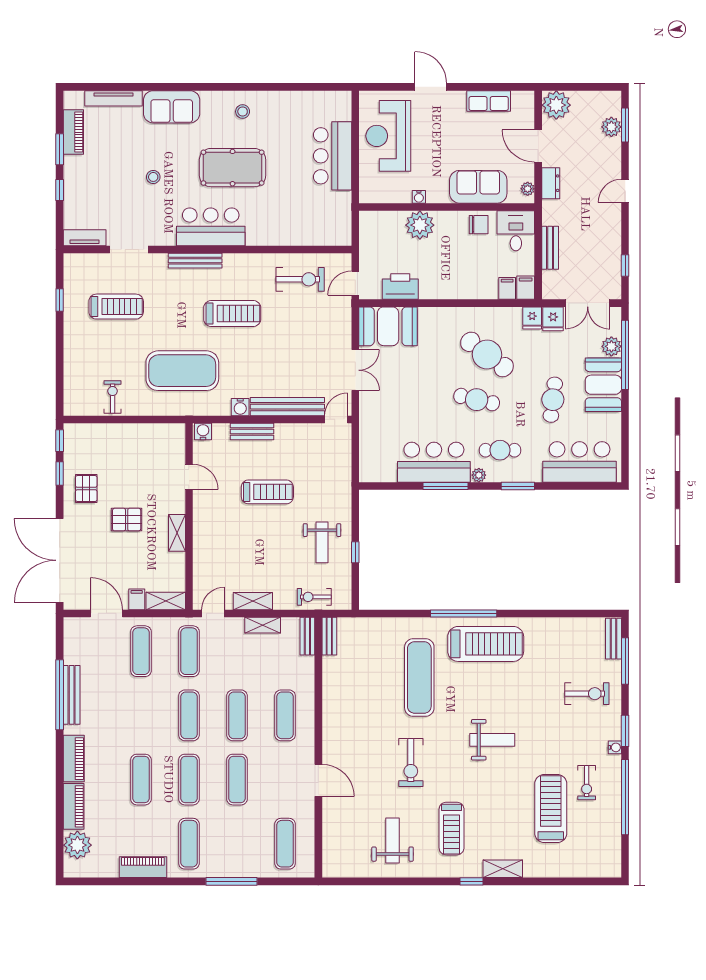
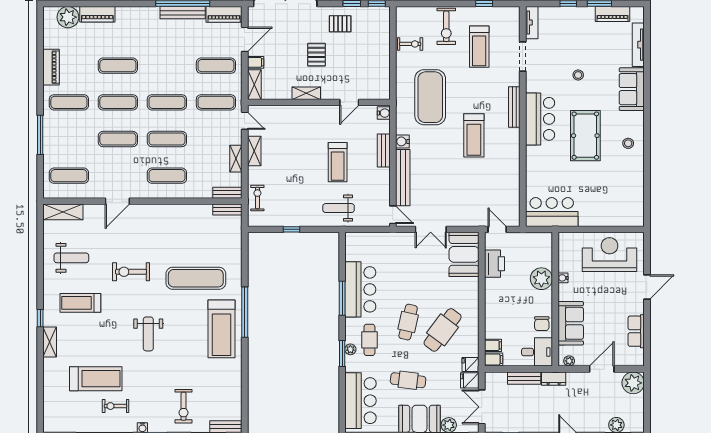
bar counter: (333, 156) -> (552, 212), moved
dresser: (551, 183) -> (554, 379), moved
exercise bike: (300, 279) -> (446, 26), moved
plant: (479, 475) -> (350, 349), moved
weight bench: (322, 542) -> (339, 208), moved
piano: (74, 759) -> (224, 14), moved
shelving: (332, 852) -> (63, 212), added

